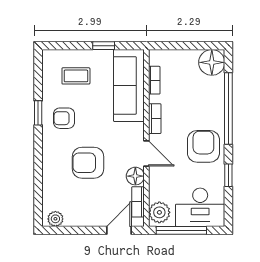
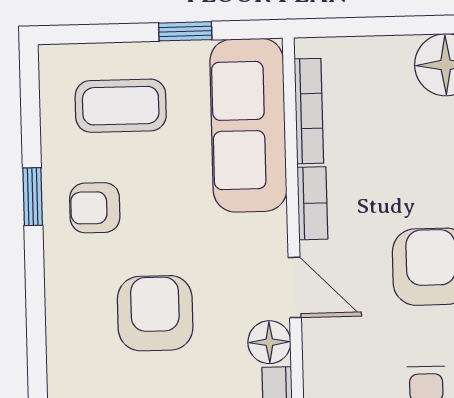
coffee table: (76, 76) -> (121, 106), width x1.36, depth x1.30
bookcase: (154, 80) -> (309, 111), width x1.56
armchair: (88, 163) -> (155, 313), turned 90

